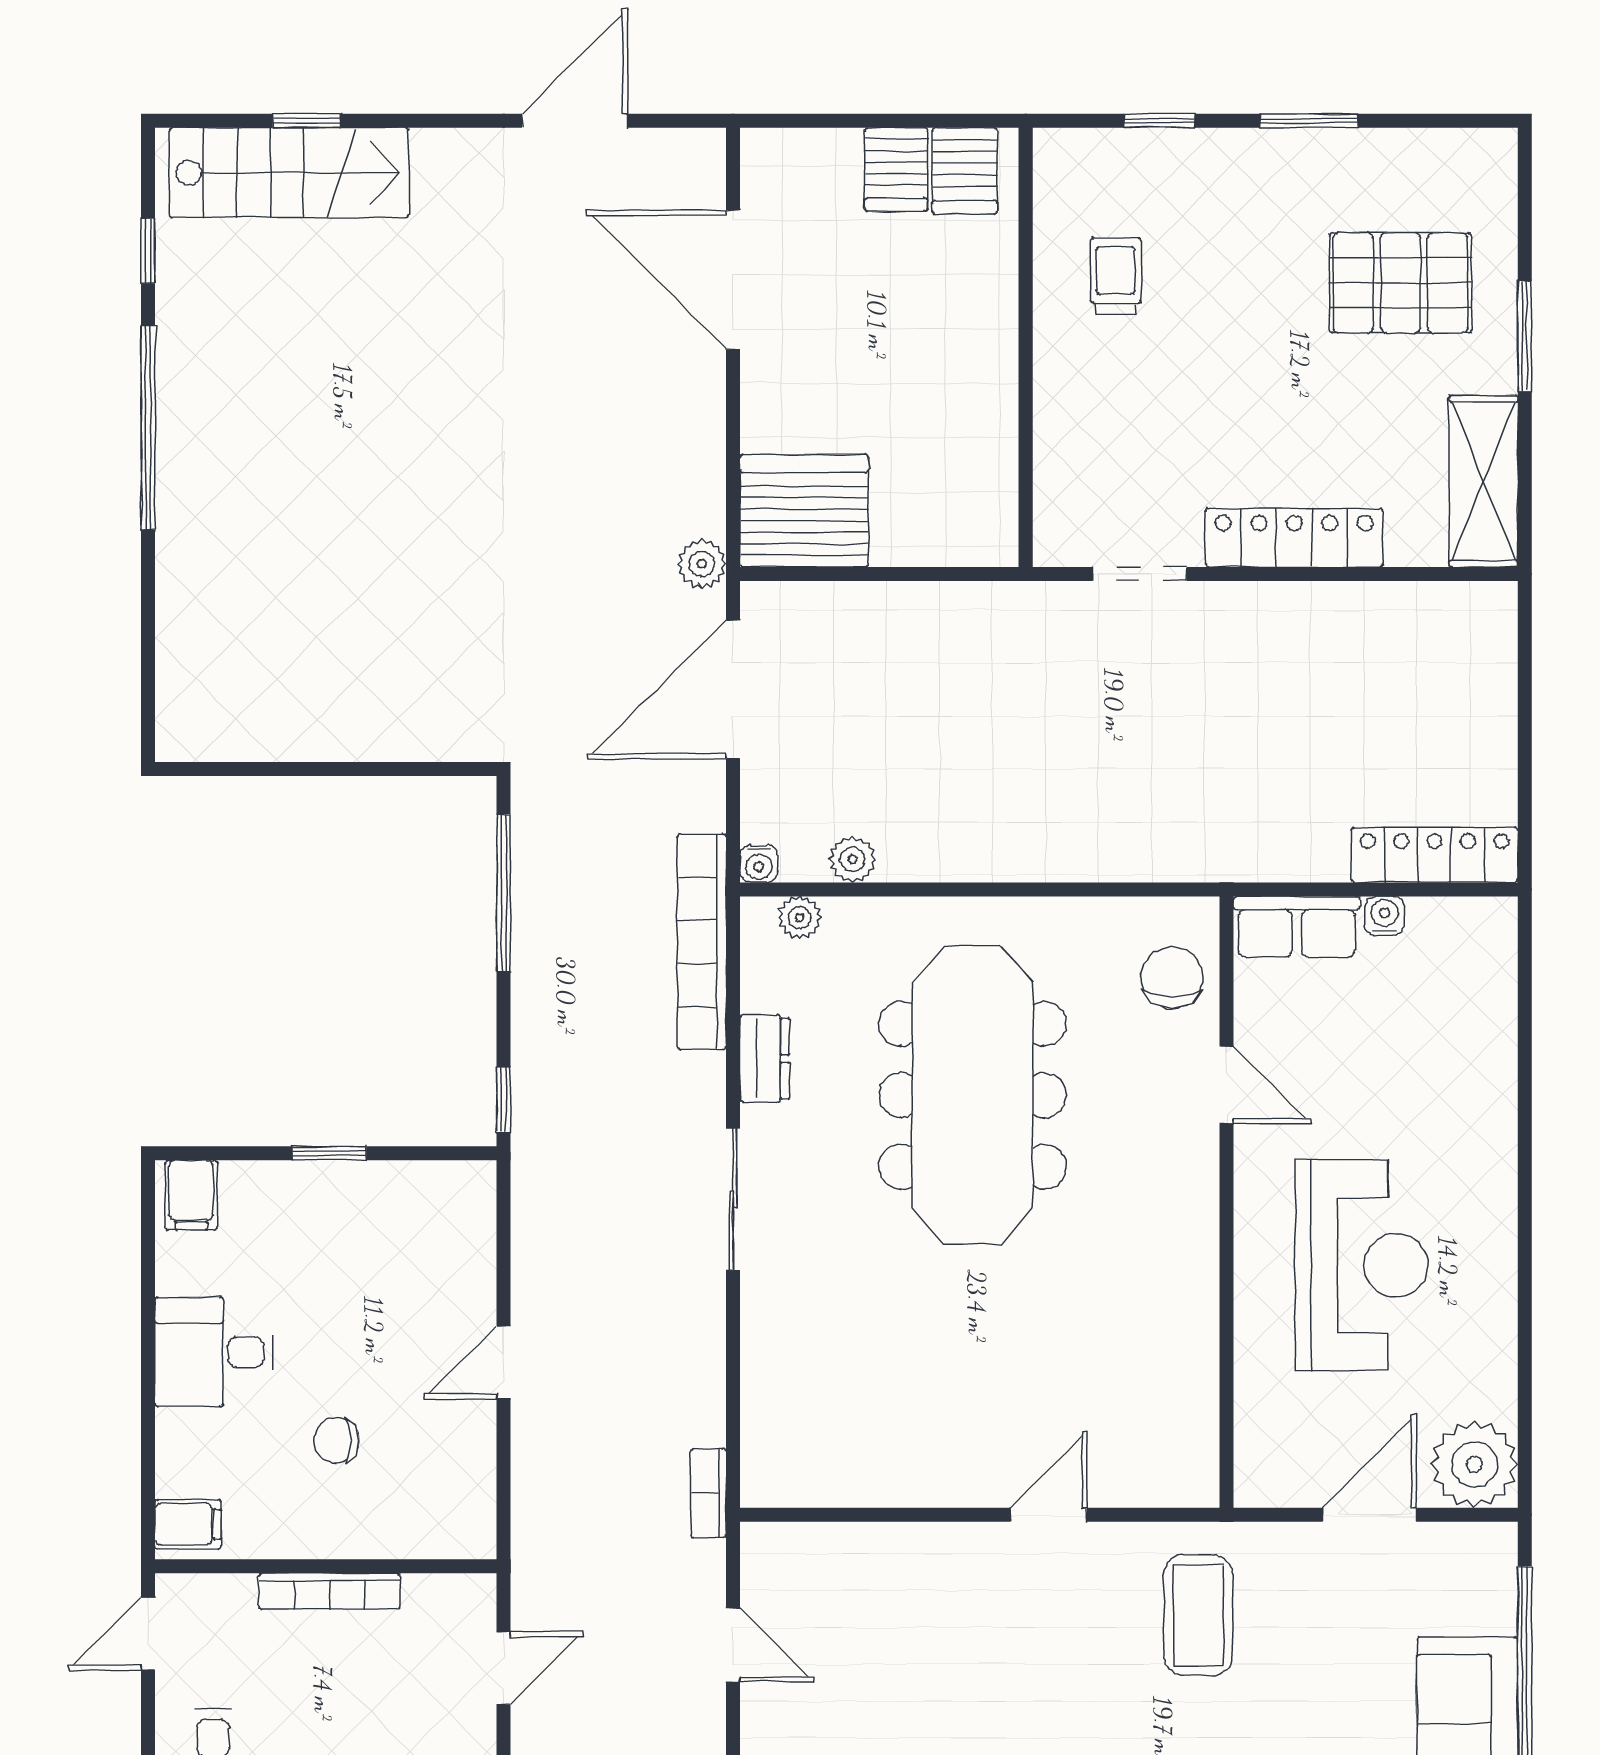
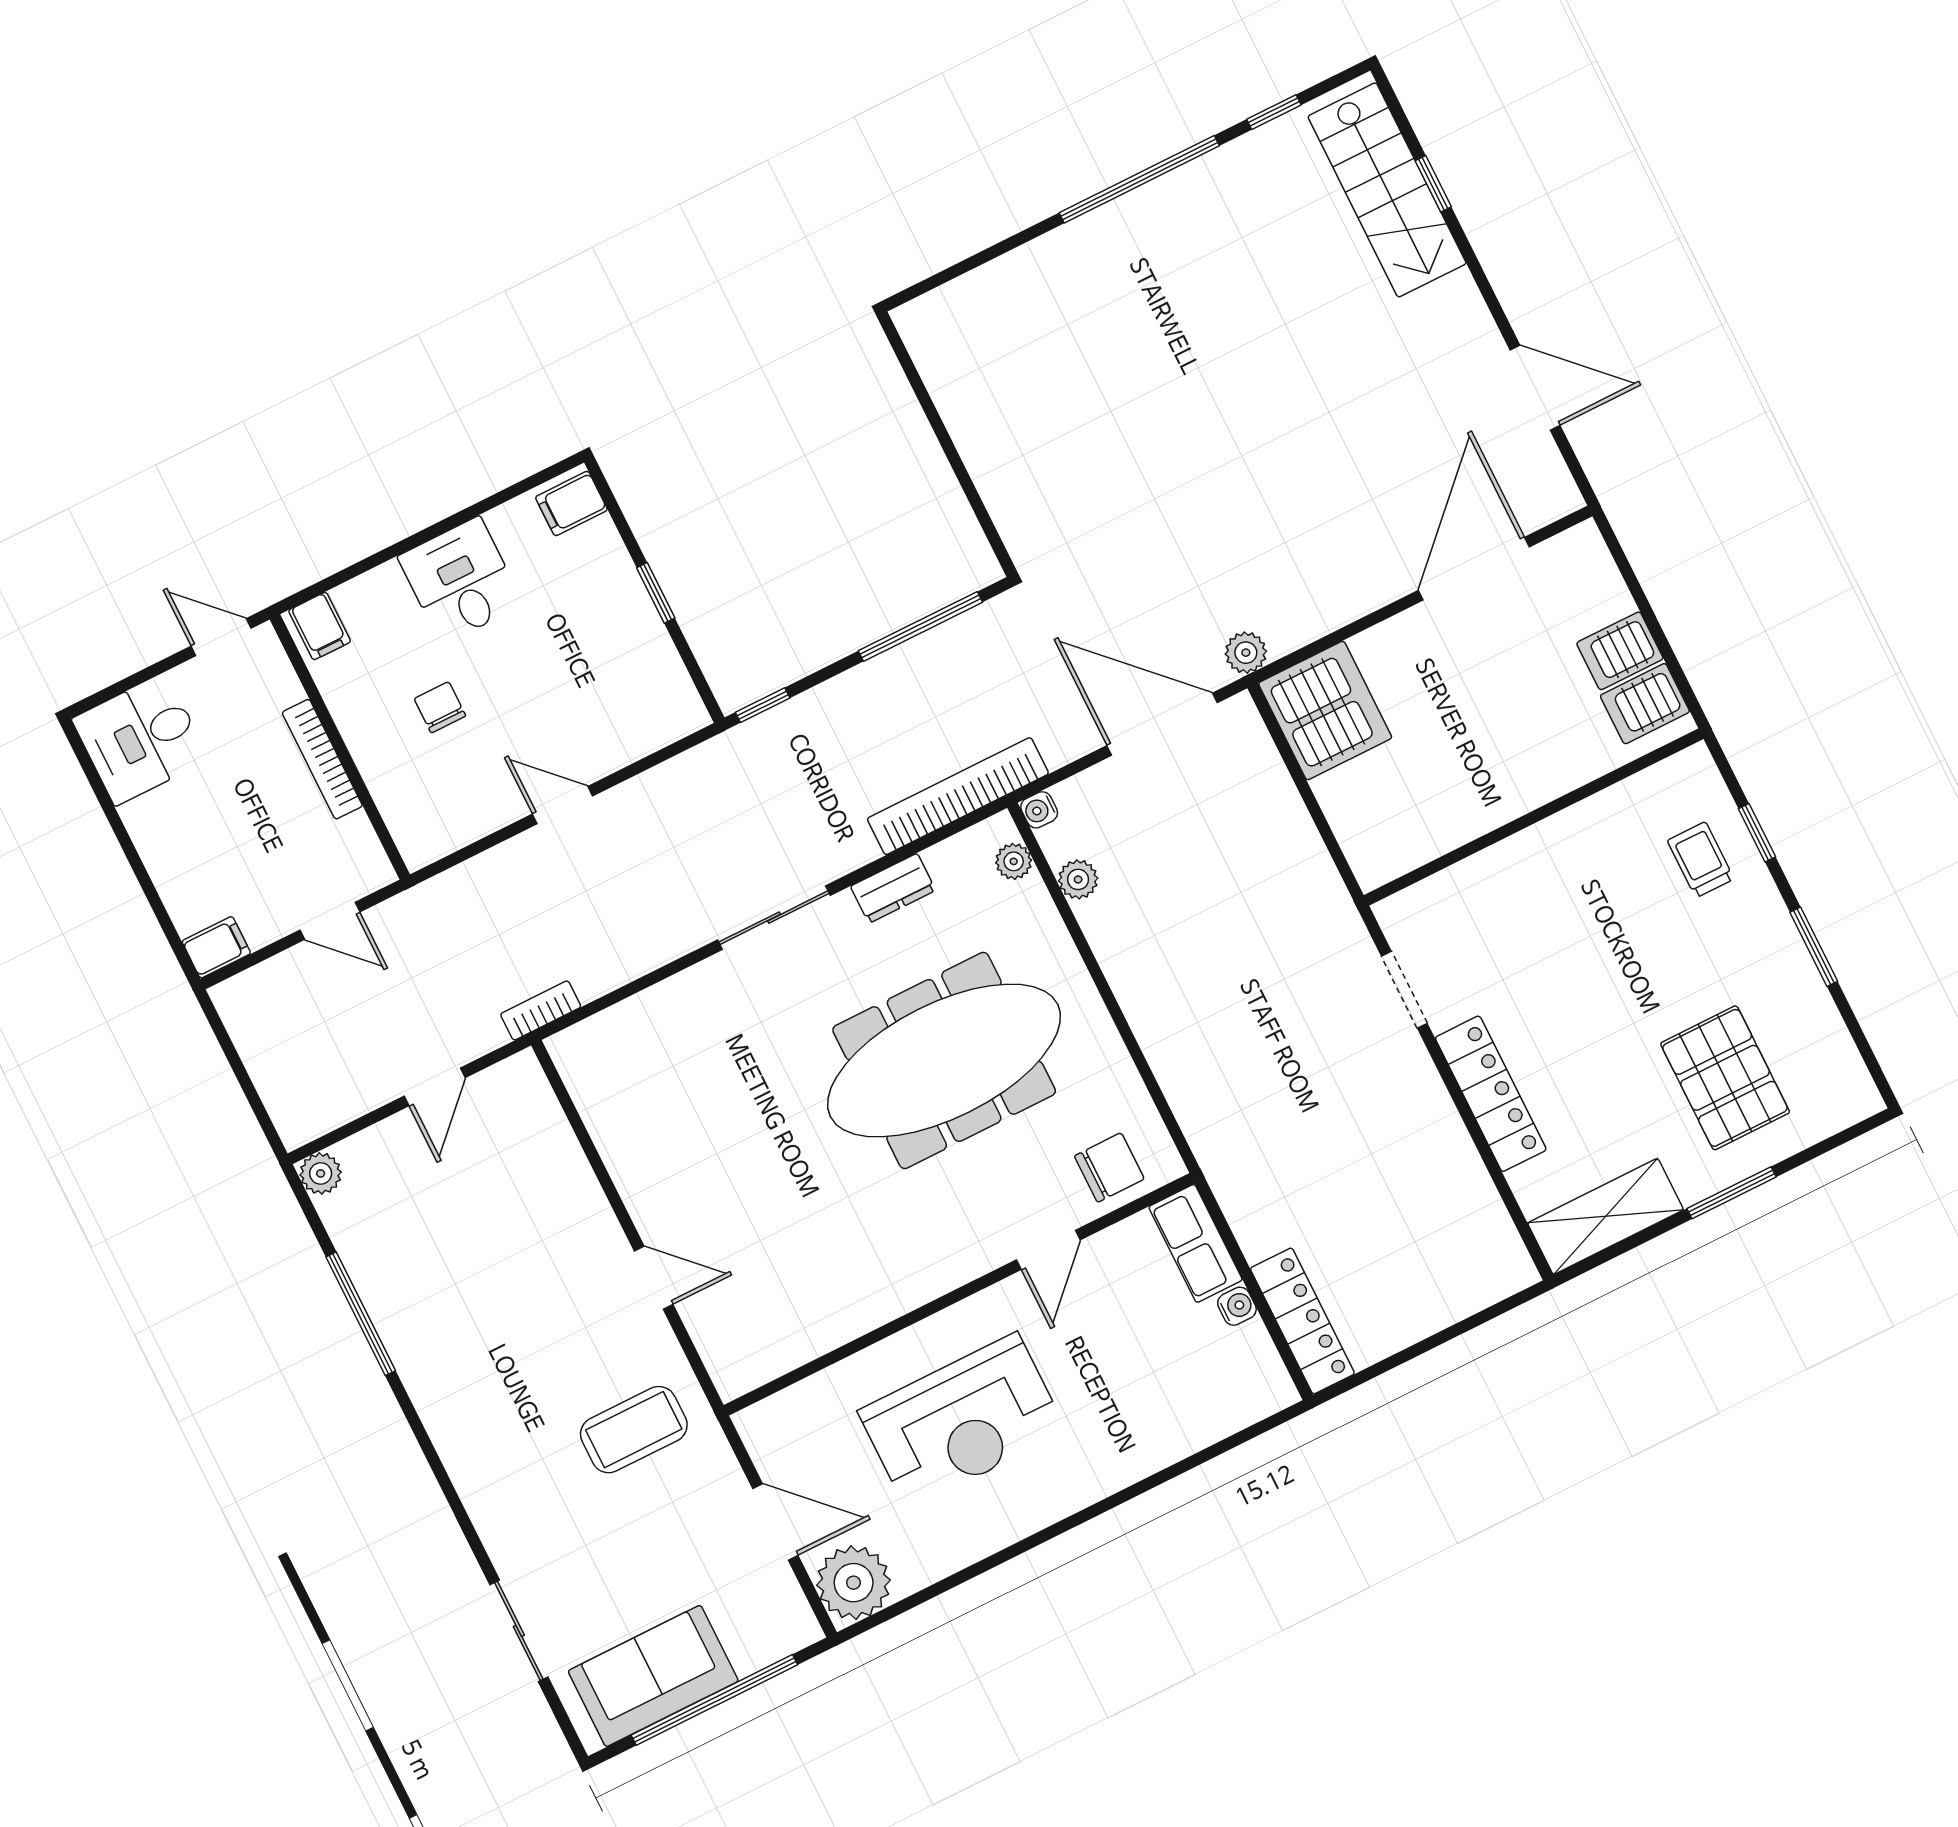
trolley: (1116, 276) -> (1701, 860), moved, turned -90

